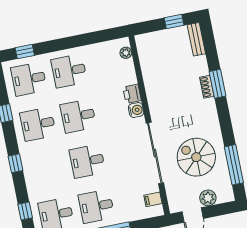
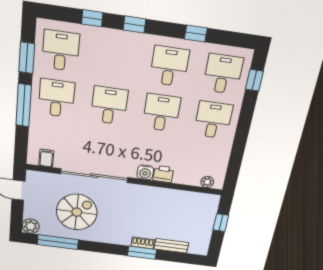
window: (174, 21) -> (221, 223), moved
bench: (196, 39) -> (171, 246), moved
plant: (208, 198) -> (31, 226), moved
window: (25, 211) -> (92, 18), moved

